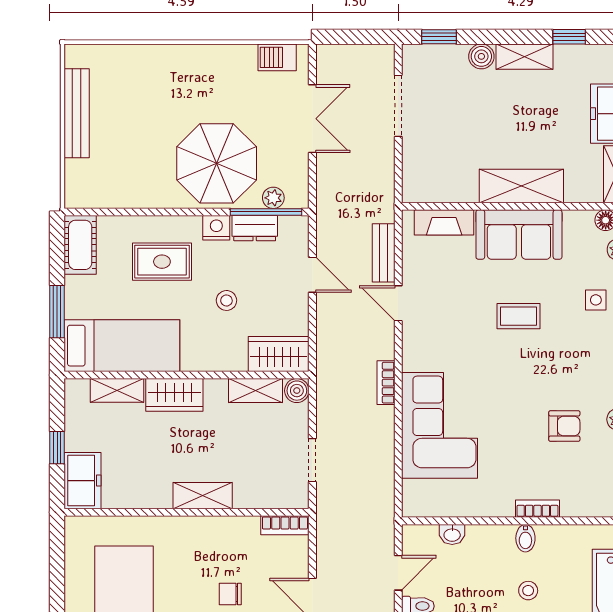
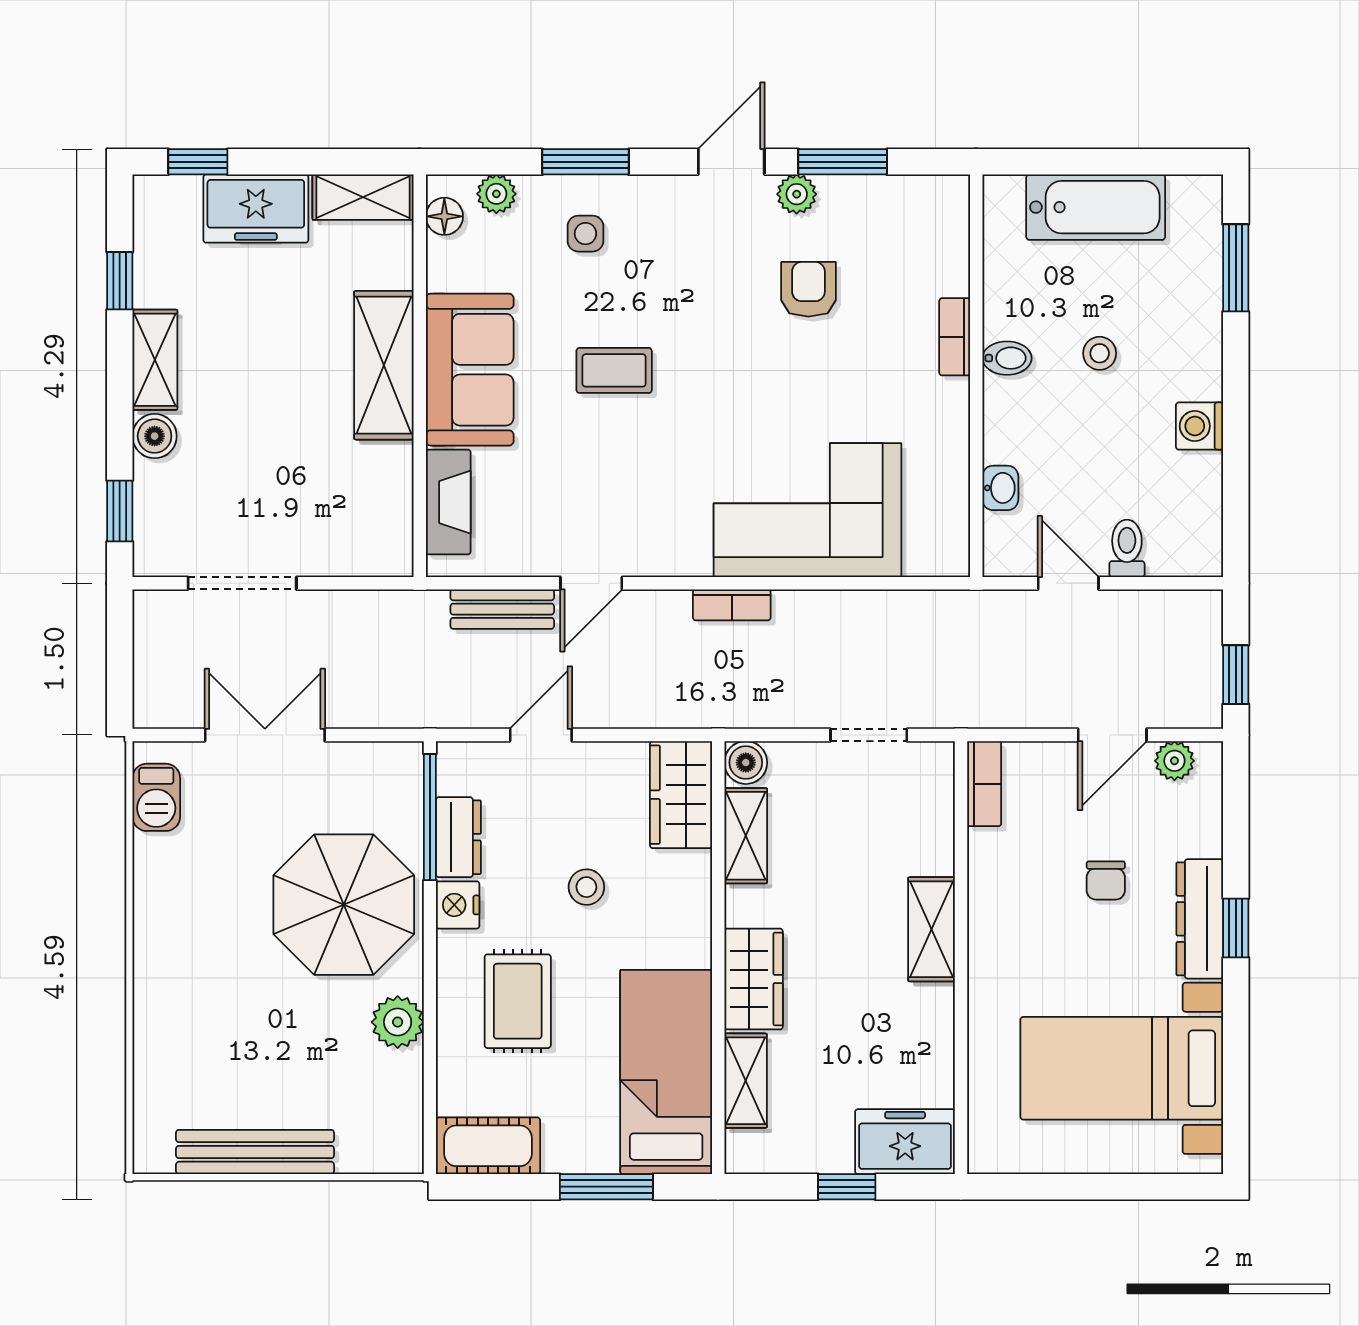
plant: (273, 198) -> (398, 1022), moved, width x1.38, depth x1.38
coffee table: (518, 316) -> (614, 370), turned 90

